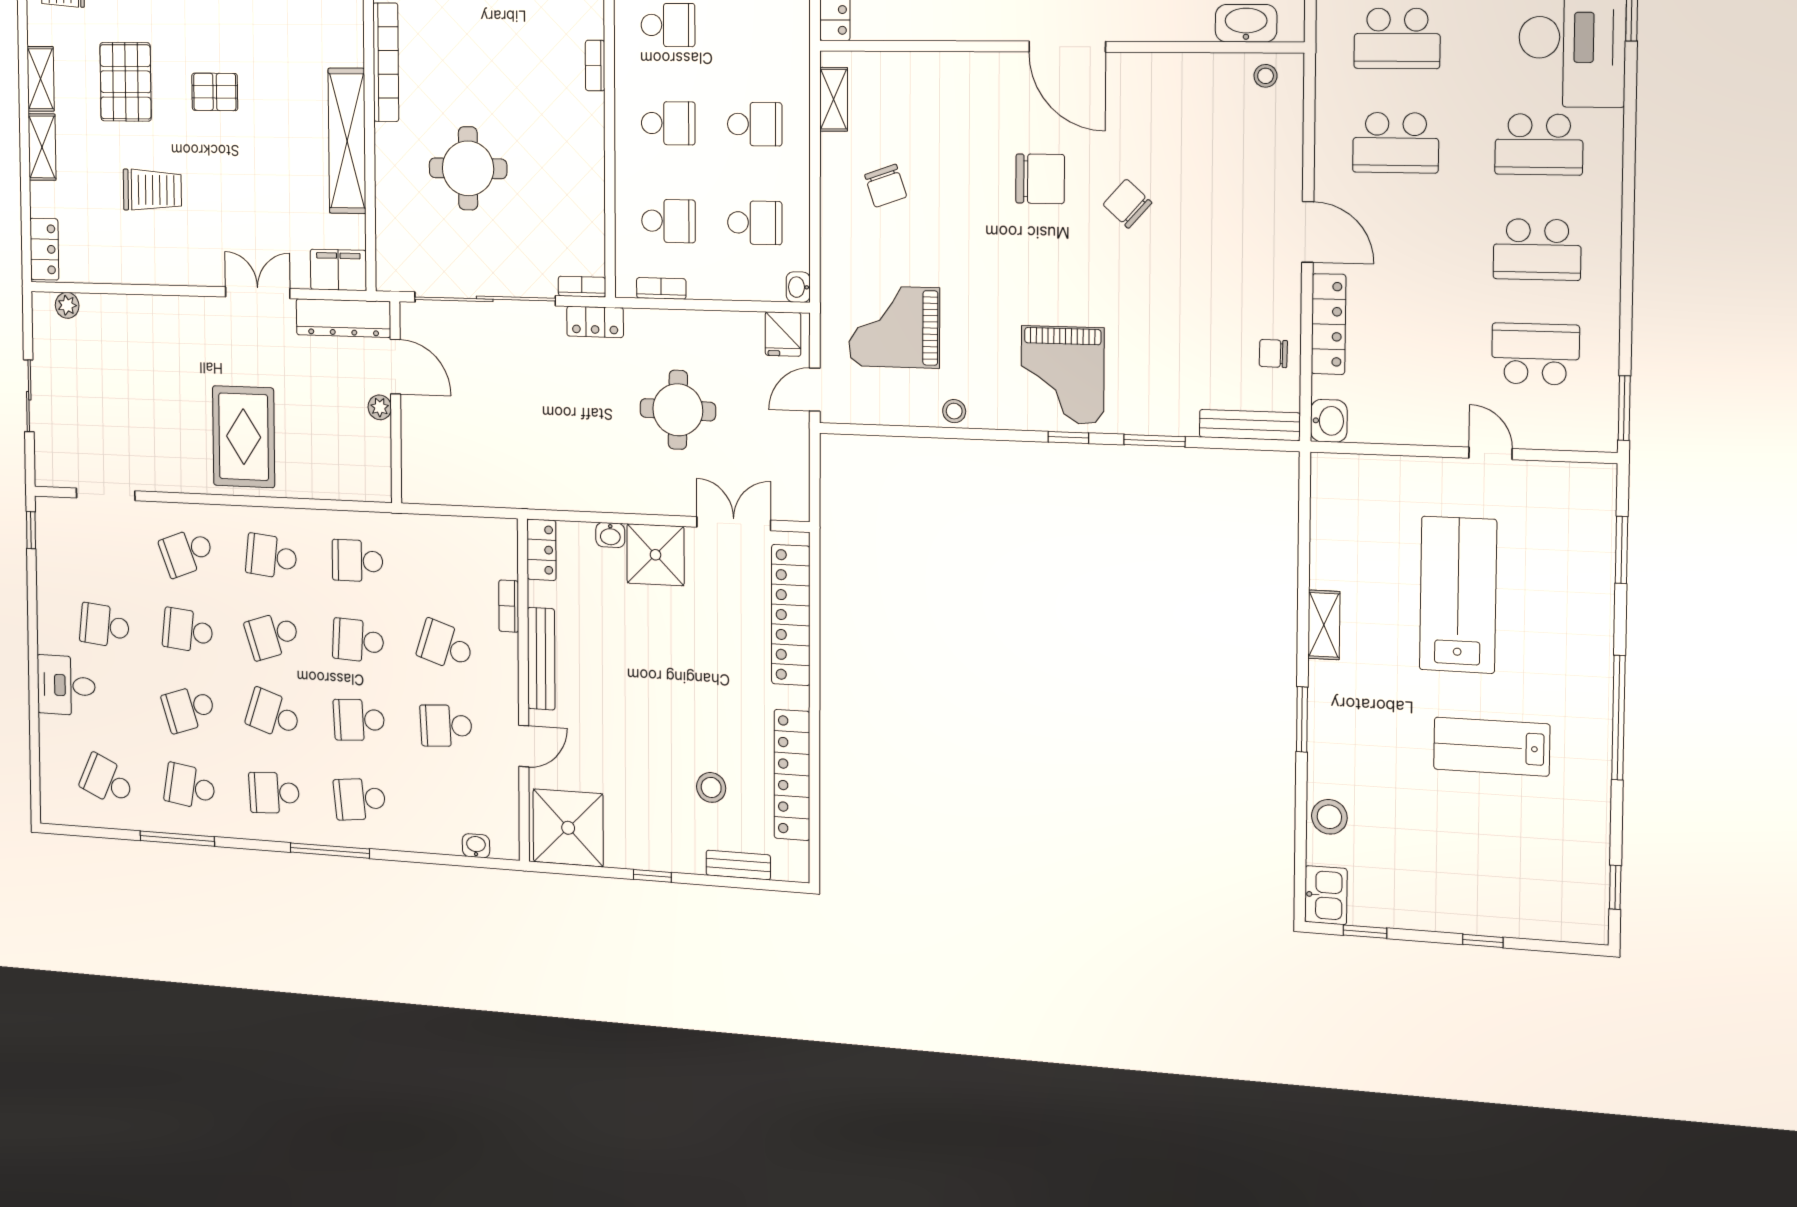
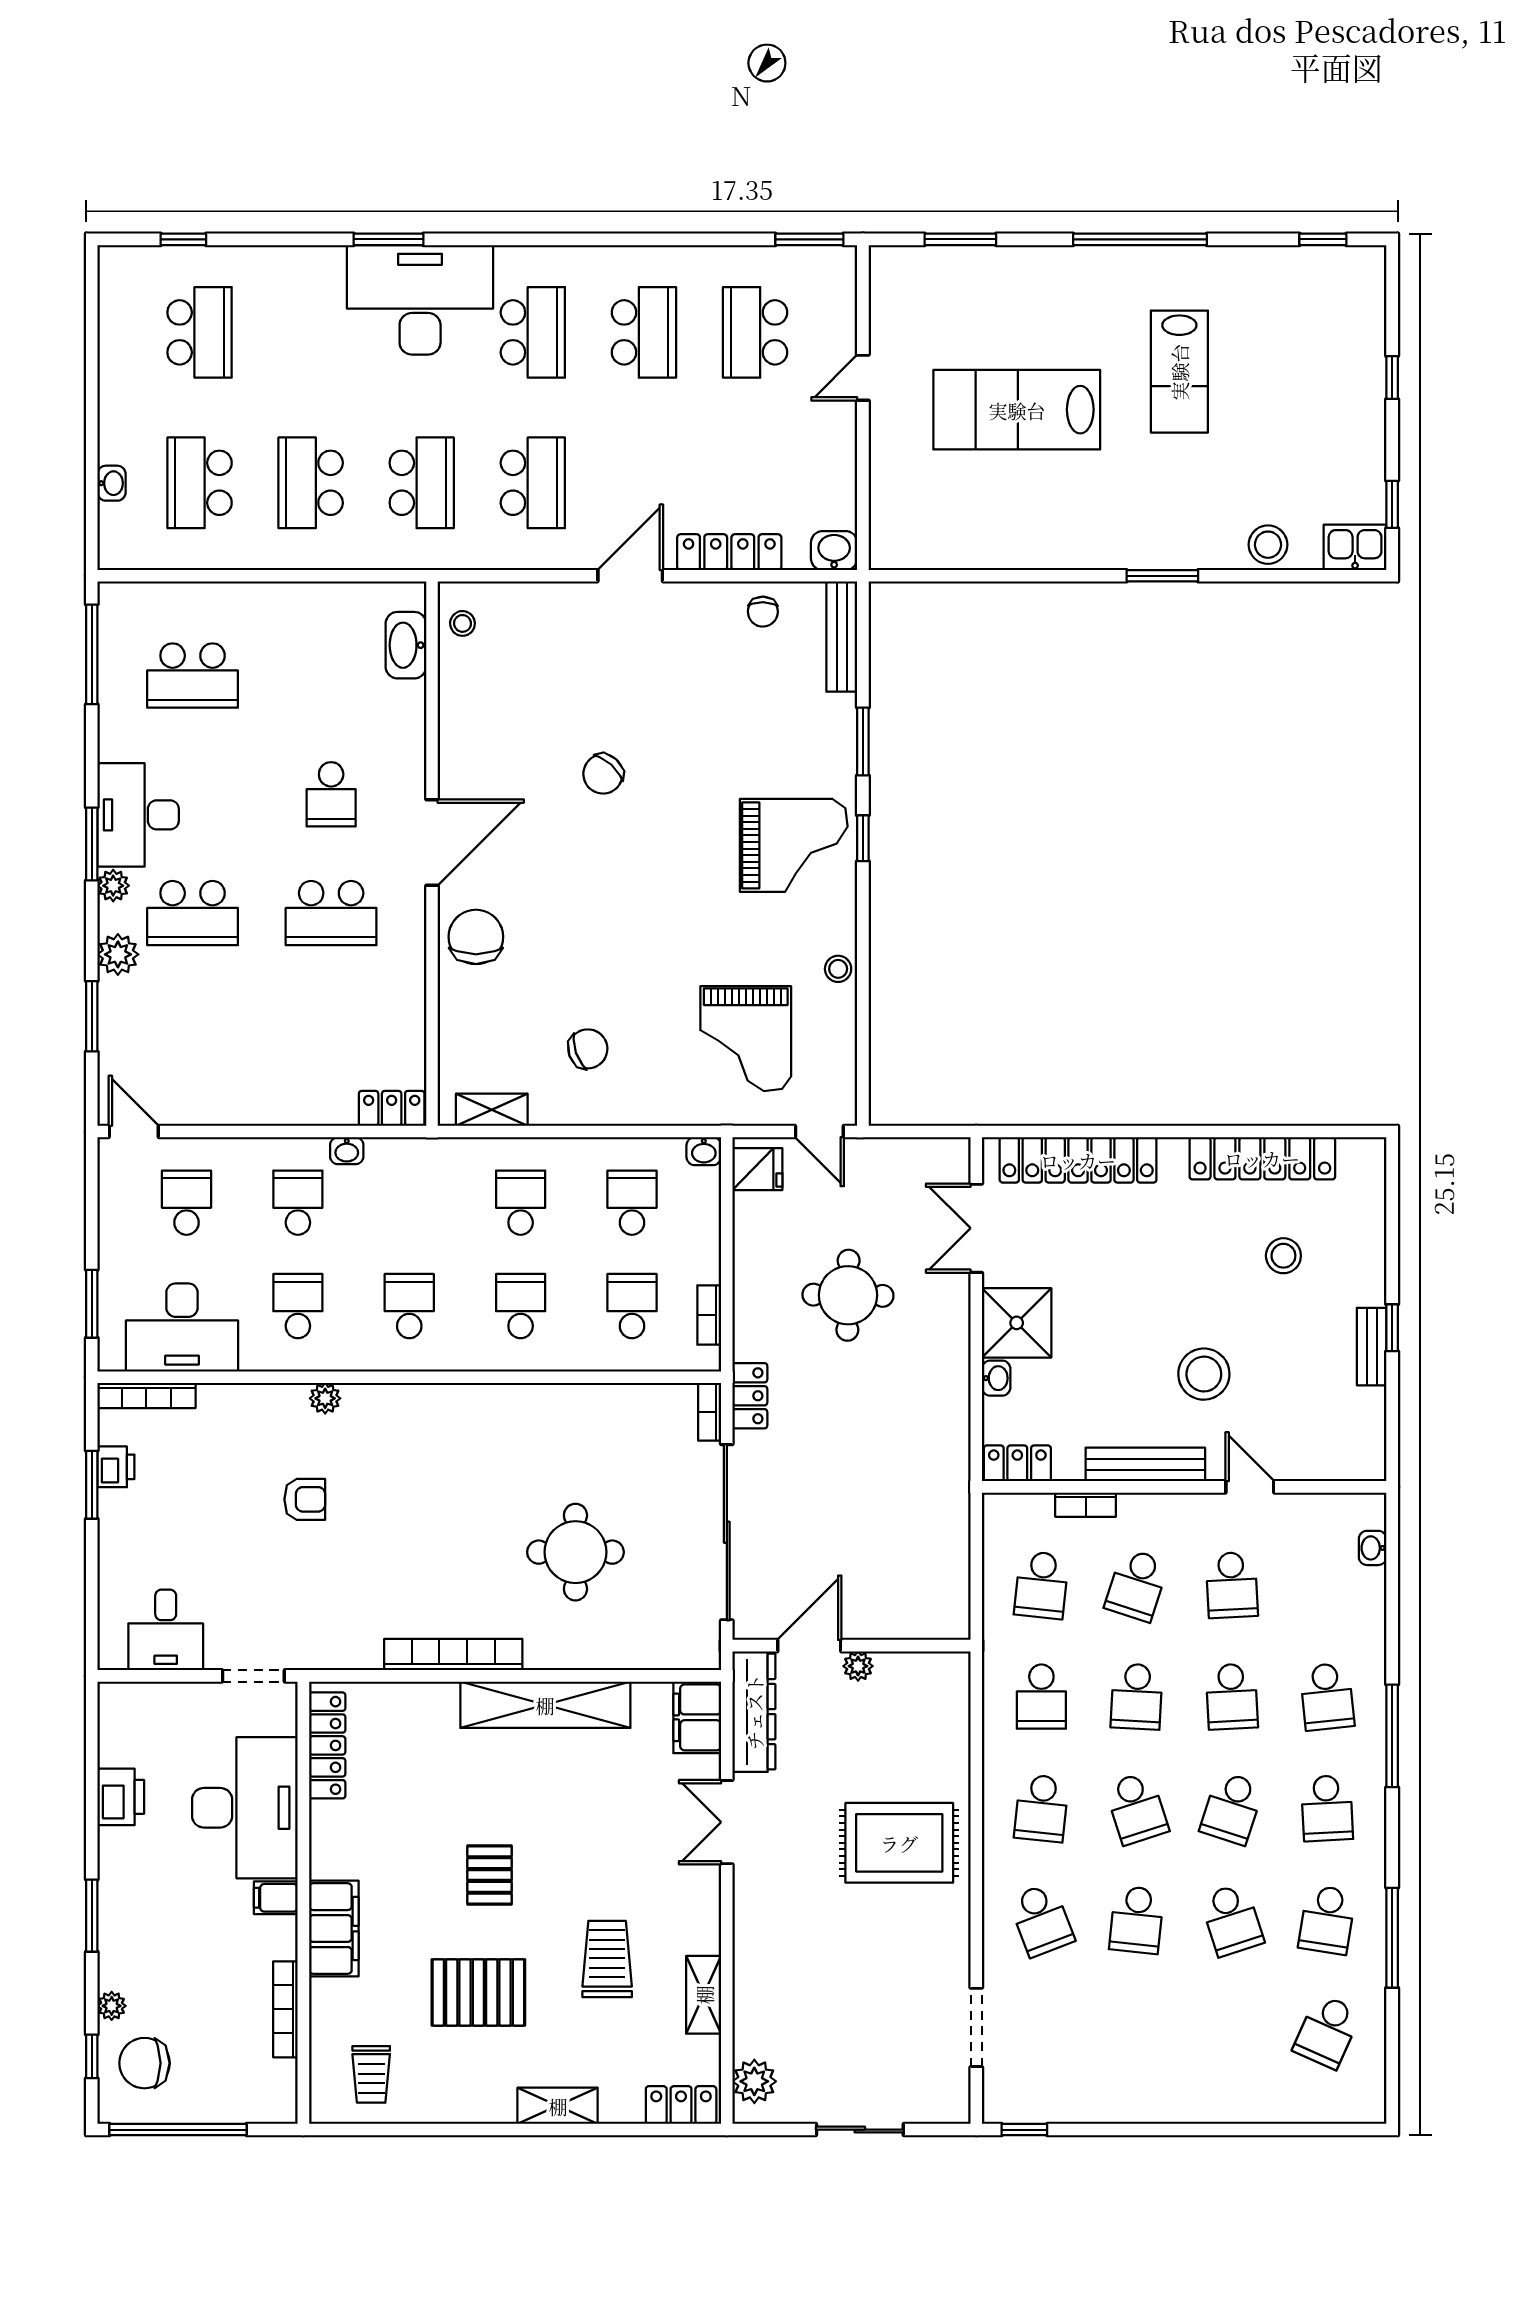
bookcase: (595, 65) -> (456, 1394), removed
shelving: (41, 79) -> (704, 1995), moved, turned 90
chair: (1040, 179) -> (476, 937), moved
plant: (67, 305) -> (754, 2081), width x1.38, depth x1.38
shelving: (1324, 625) -> (1057, 553), removed
school desk: (105, 626) -> (1041, 1585), moved
desk: (66, 685) -> (1213, 2085), removed
stool: (614, 713) -> (1204, 1374), added
shower: (568, 828) -> (1343, 1432), removed
bench: (738, 865) -> (1372, 1347), moved

